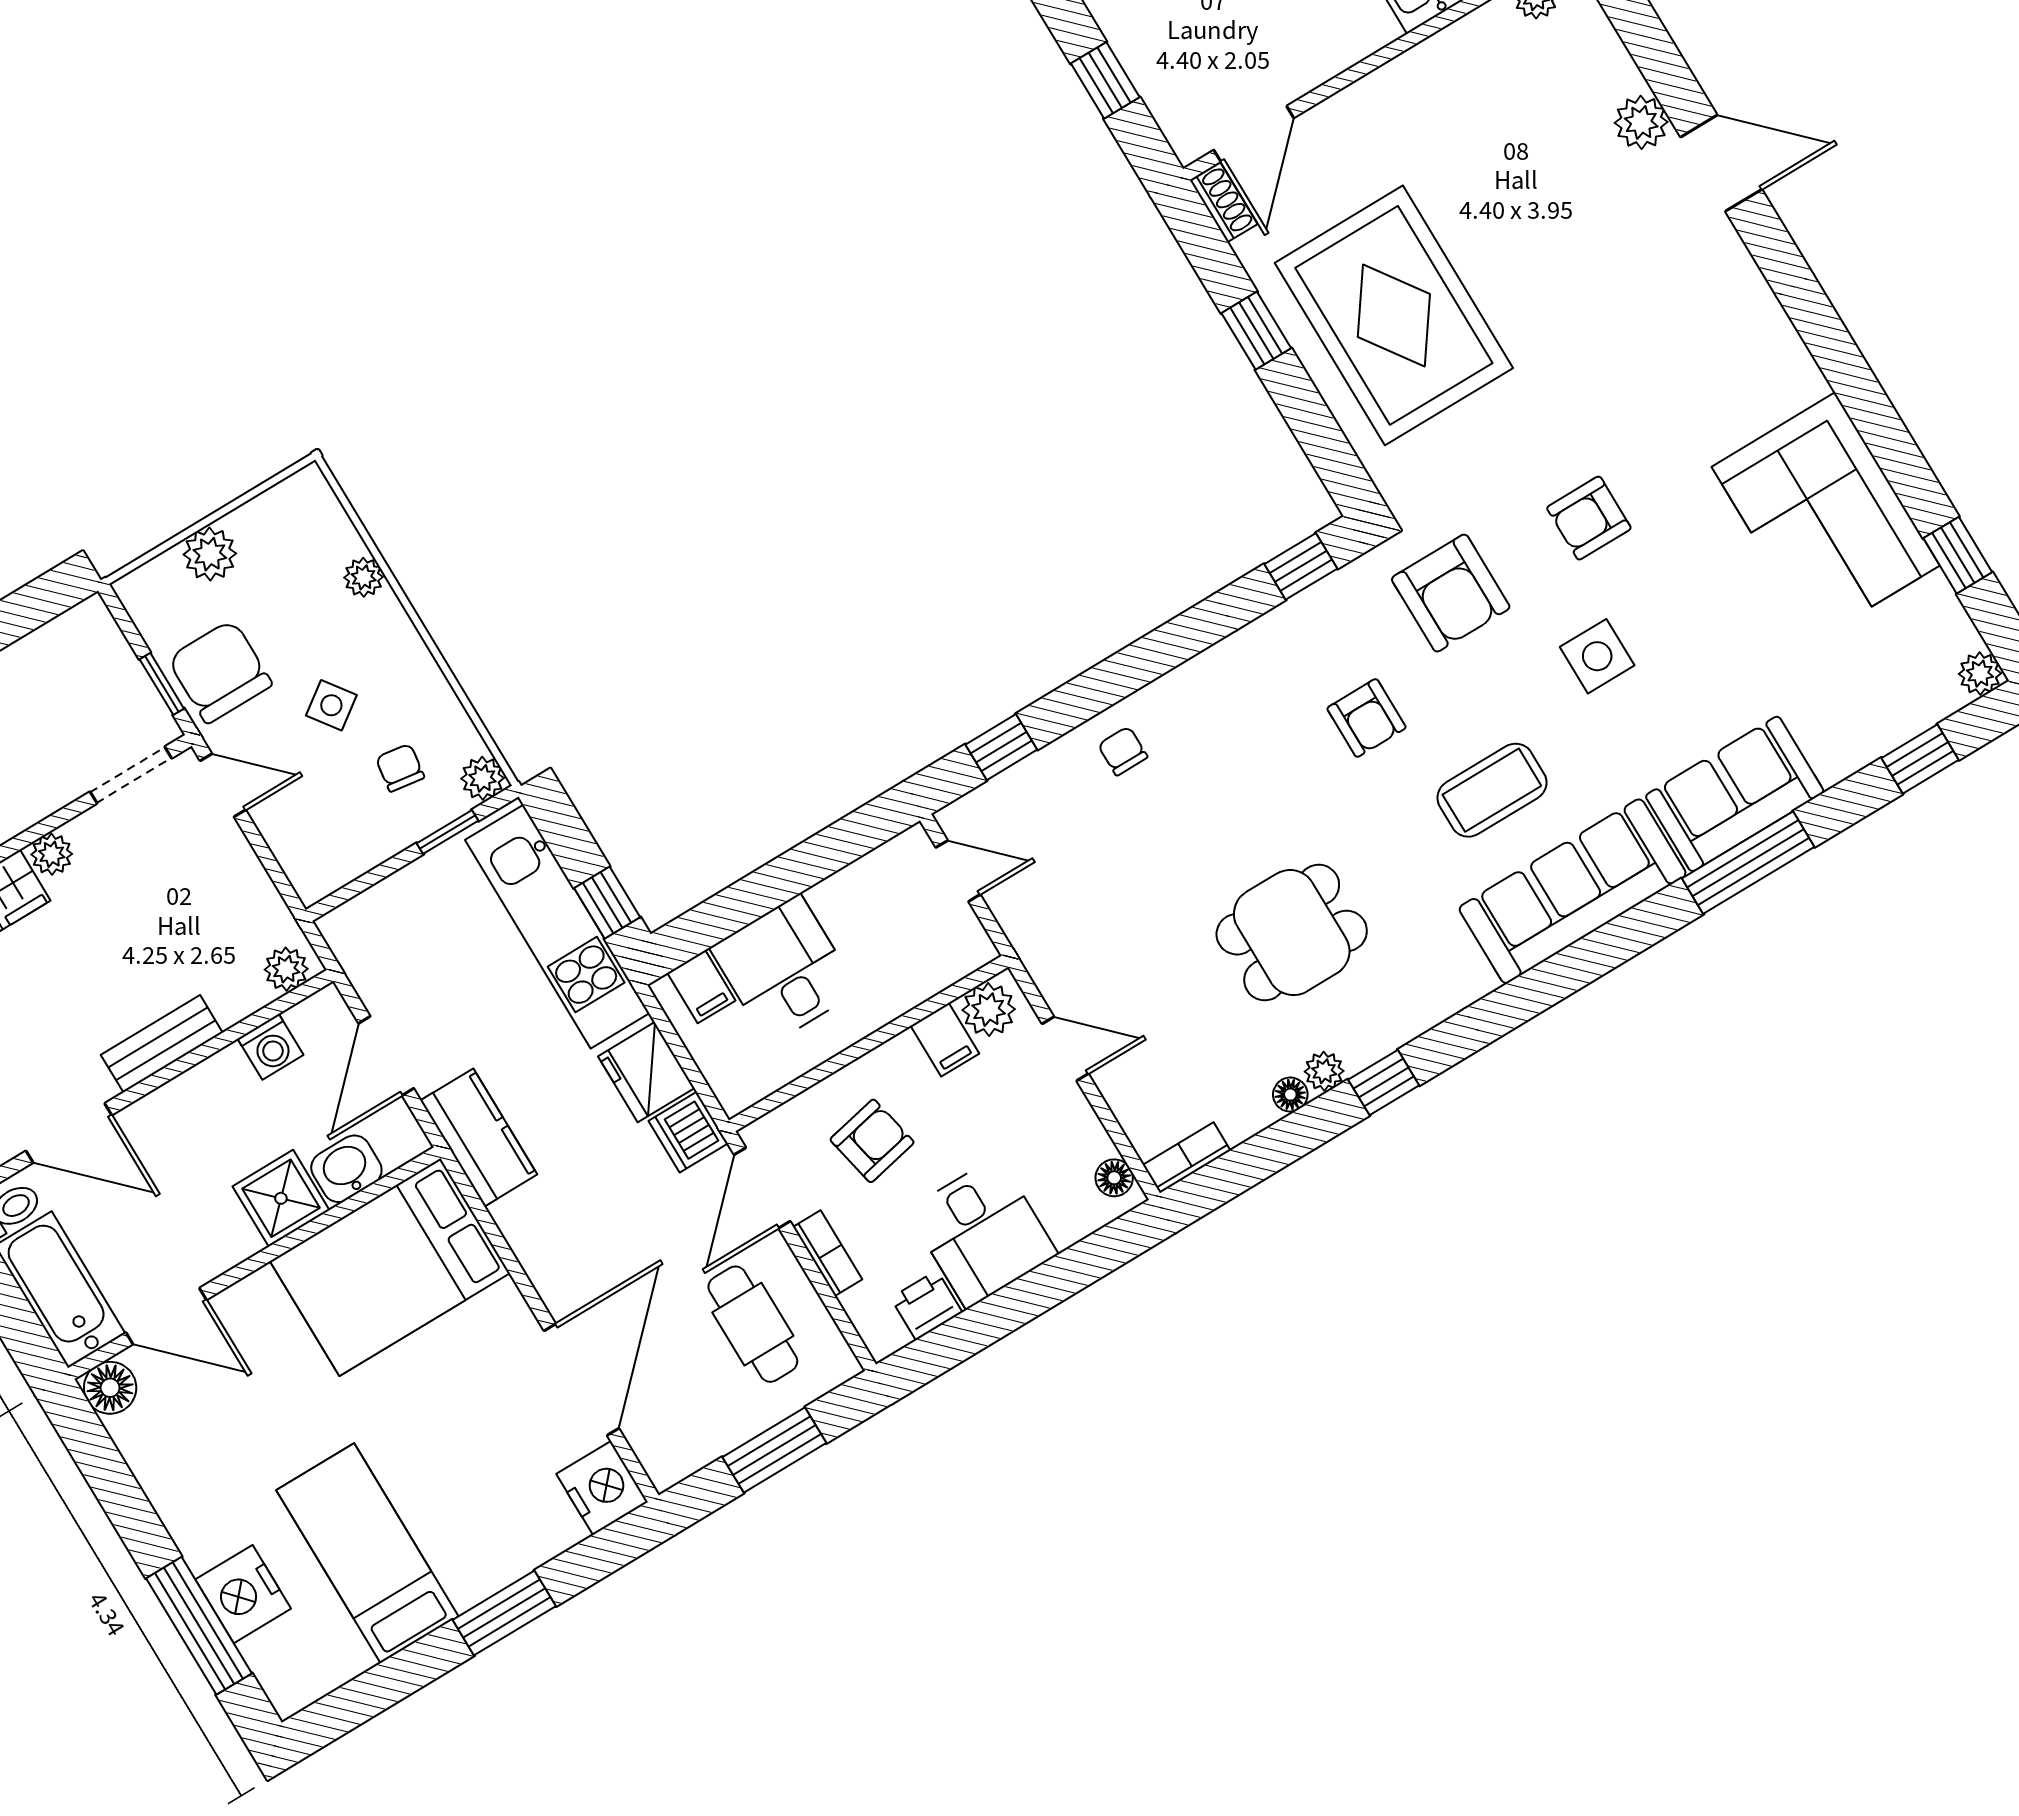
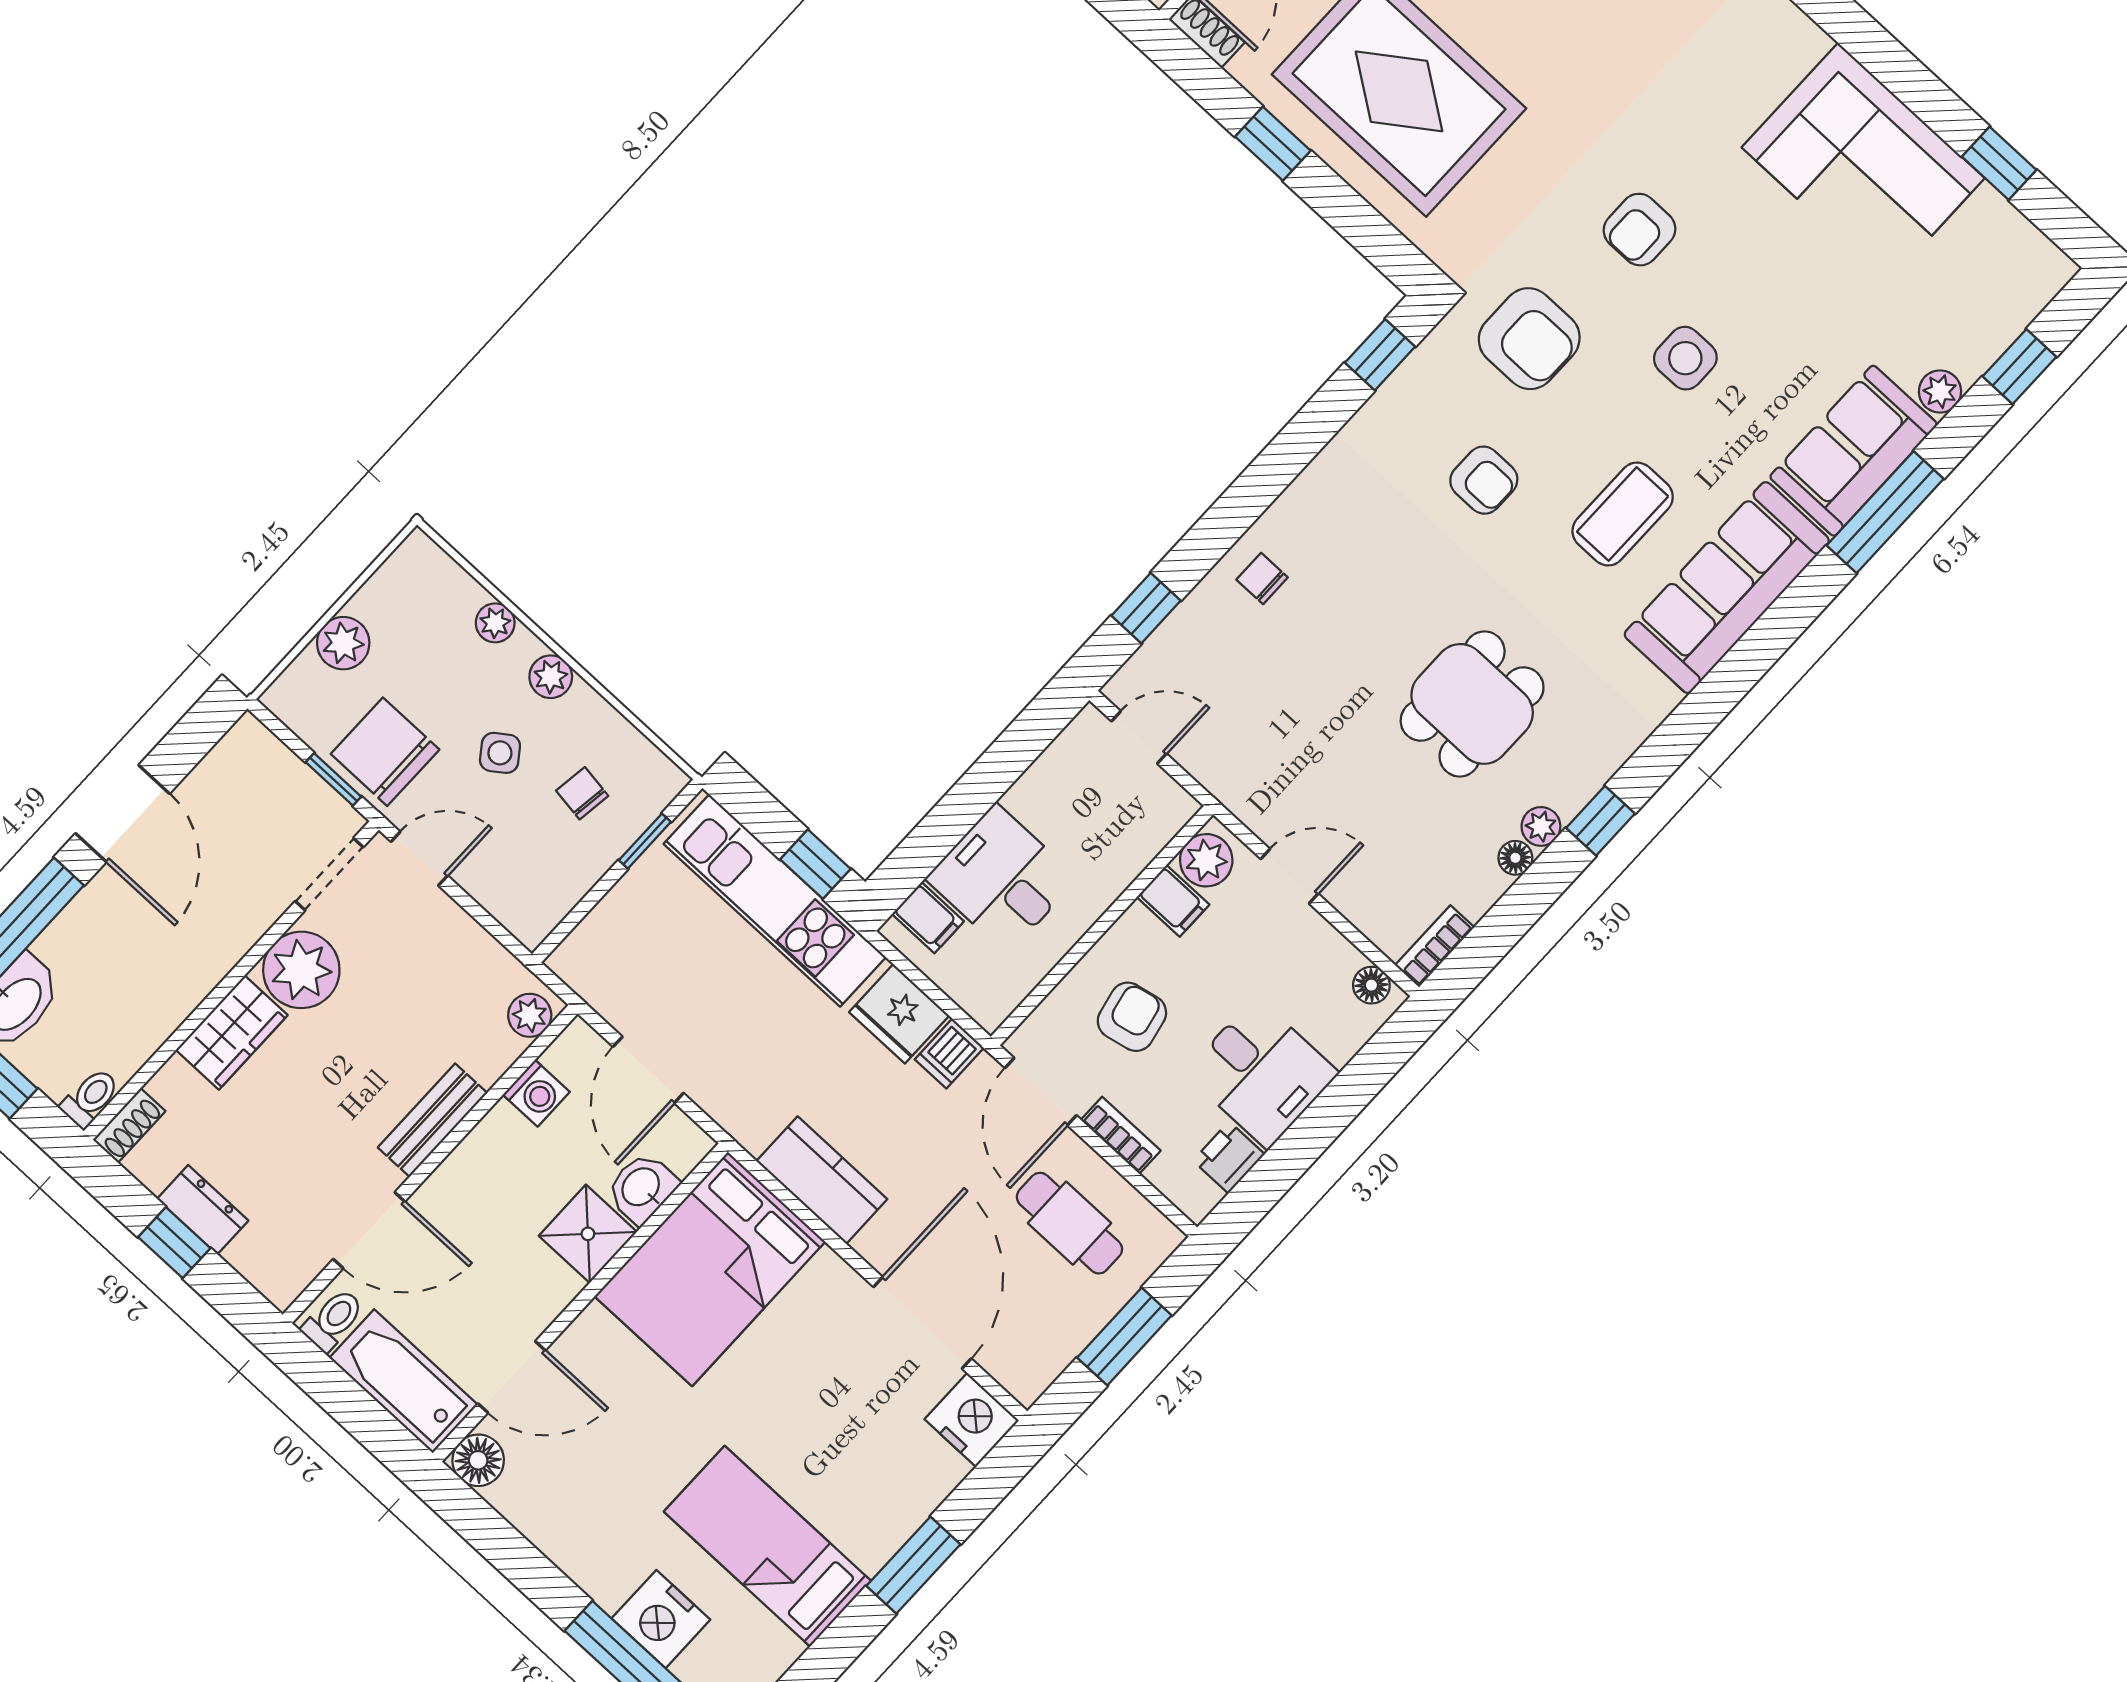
plant: (1980, 674) -> (1940, 392), moved
plant: (483, 778) -> (551, 677), moved
plant: (52, 854) -> (301, 970), width x1.87, depth x1.87
dishwasher: (688, 1132) -> (949, 1053), width x0.73
kitchen counter: (479, 1137) -> (822, 1180), moved

